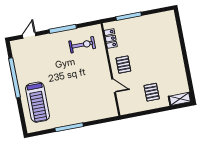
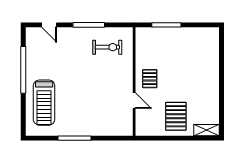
door: (29, 35) -> (49, 25), swing flipped
locker: (111, 39) -> (141, 46), removed
pallet: (152, 92) -> (176, 116), width x1.50, depth x1.42

